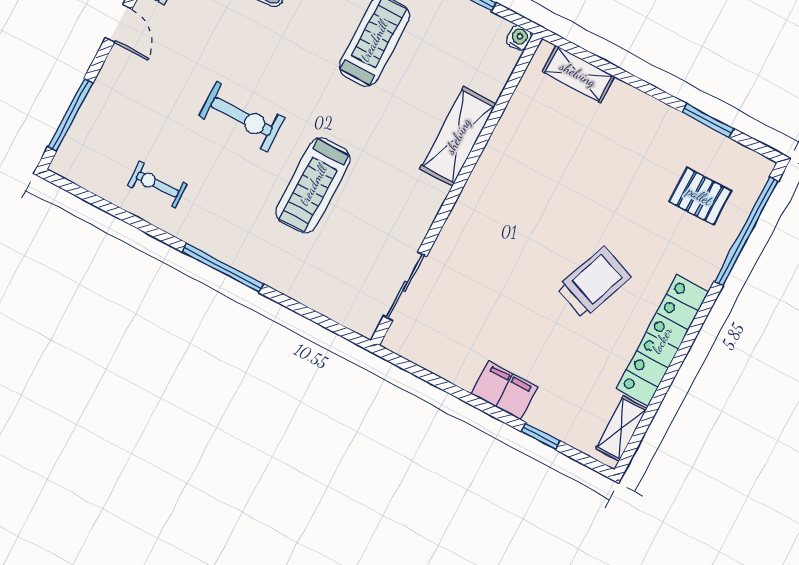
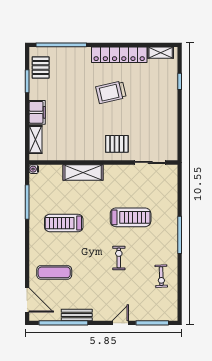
door: (119, 24) -> (120, 323), moved
exercise bike: (242, 117) -> (119, 258), width x0.73, depth x0.72
pallet: (700, 196) -> (41, 67), moved
pallet: (480, 238) -> (117, 144), added
trolley: (594, 282) -> (111, 92), turned -34
filing cabinet: (504, 390) -> (37, 112), moved, turned 180

